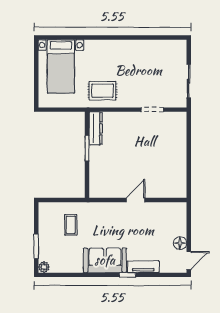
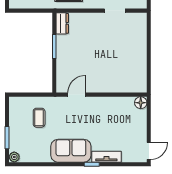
dresser: (96, 128) -> (62, 23), width x0.70
door: (136, 200) -> (77, 95), moved
floor lamp: (180, 243) -> (141, 103), moved

